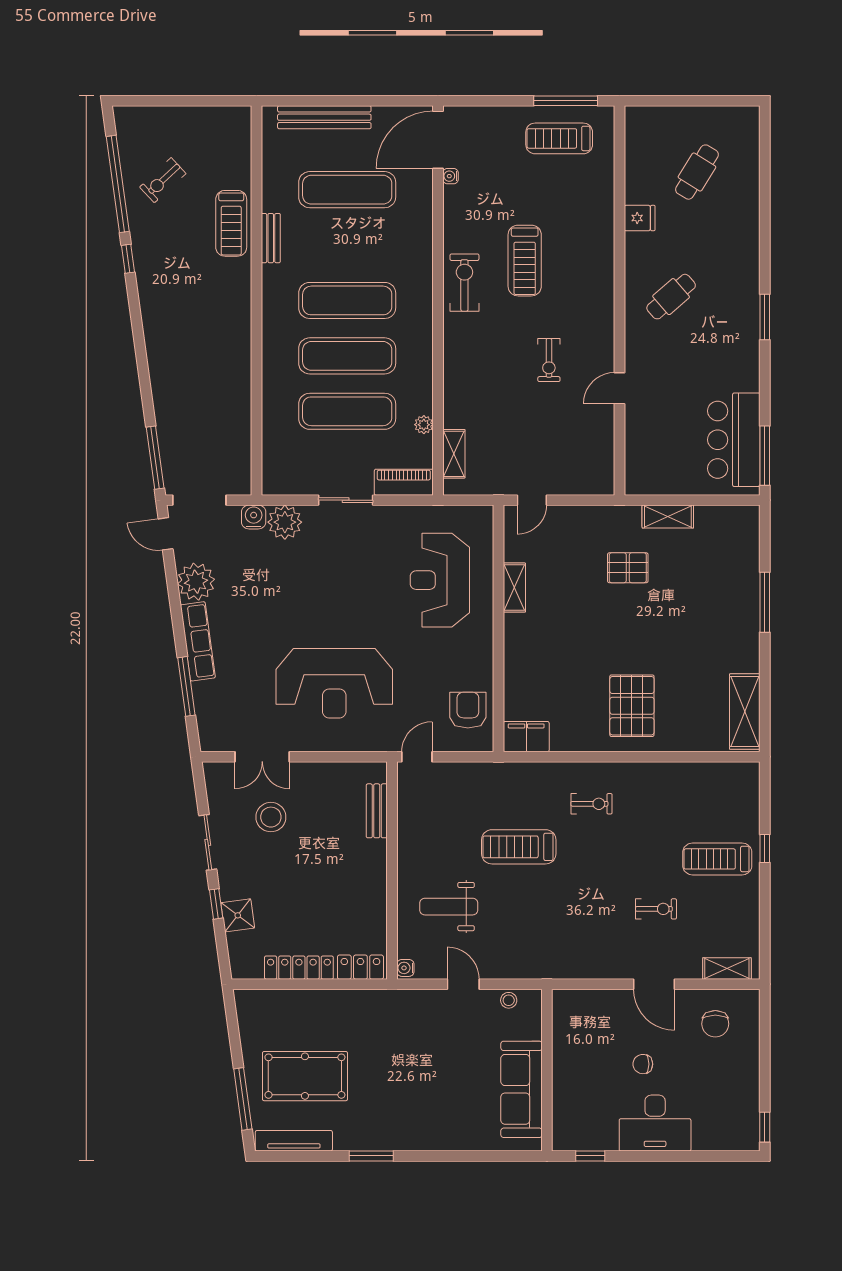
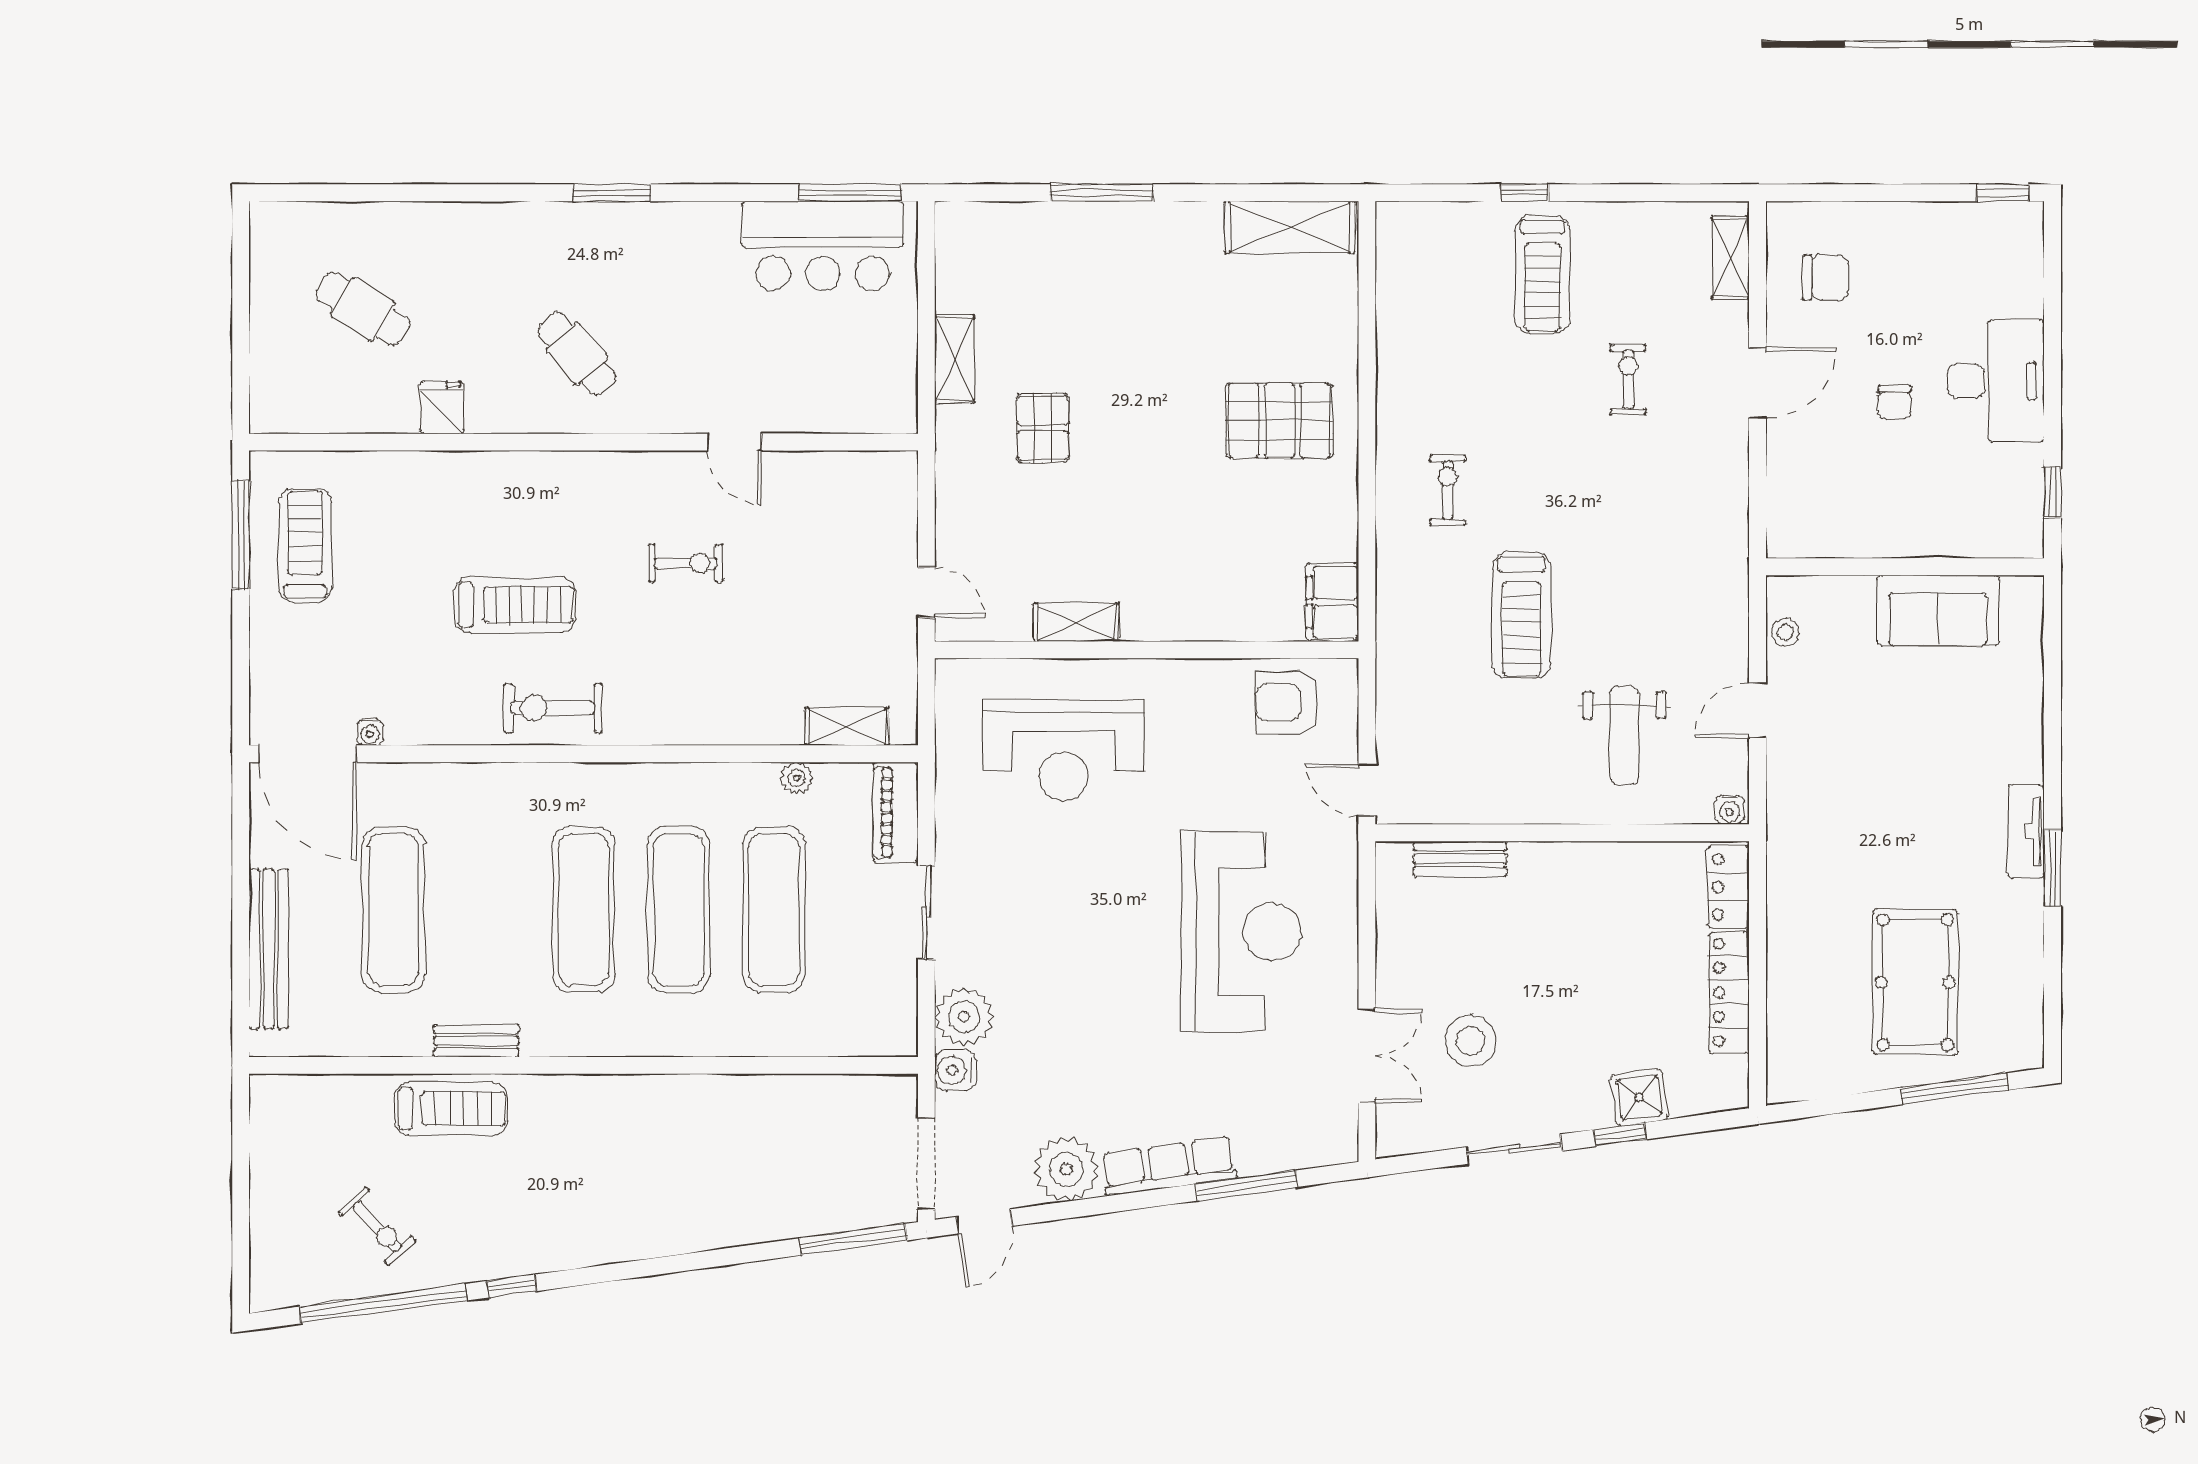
treadmill: (559, 138) -> (305, 546), turned 180
sofa: (521, 1089) -> (1938, 610), width x0.73
tv unit: (294, 1141) -> (2026, 831), moved, width x0.71

